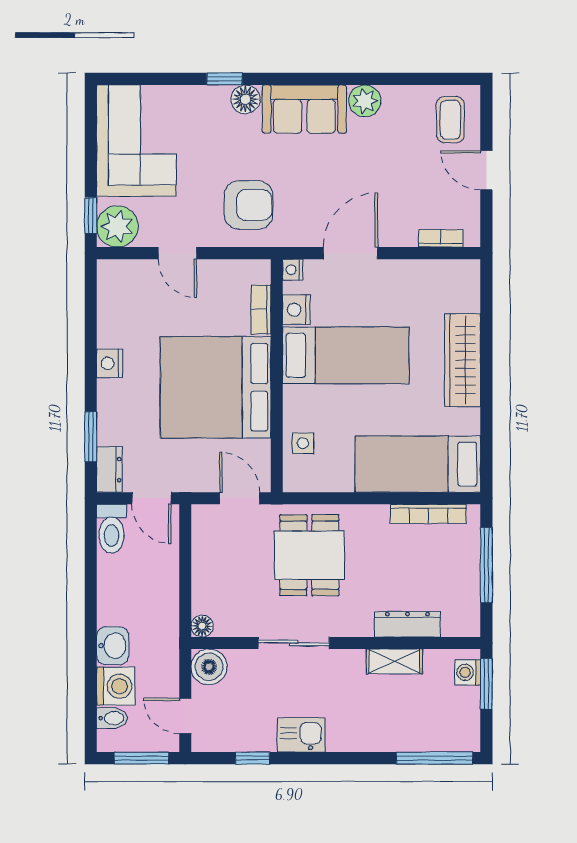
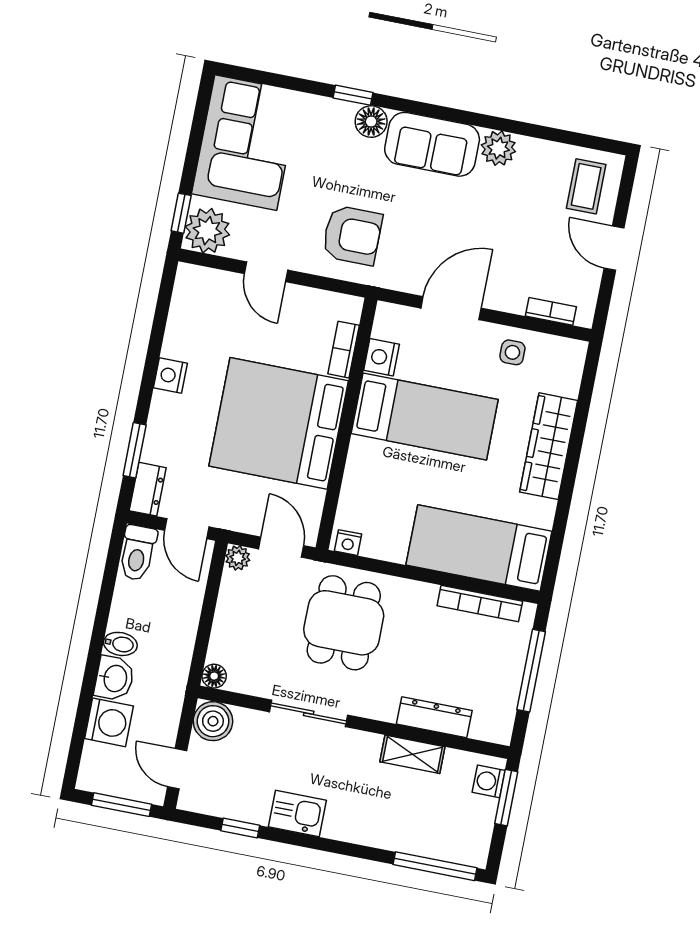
nightstand: (293, 270) -> (348, 543), moved, turned -90
side table: (303, 443) -> (512, 352), moved
plant: (202, 516) -> (238, 558), added
bidet: (112, 718) -> (120, 644), moved

